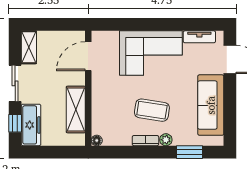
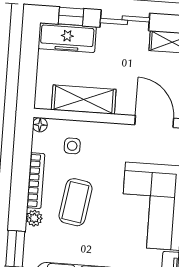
side table: (111, 116) -> (72, 146), added
bookcase: (145, 141) -> (36, 181), width x1.56

